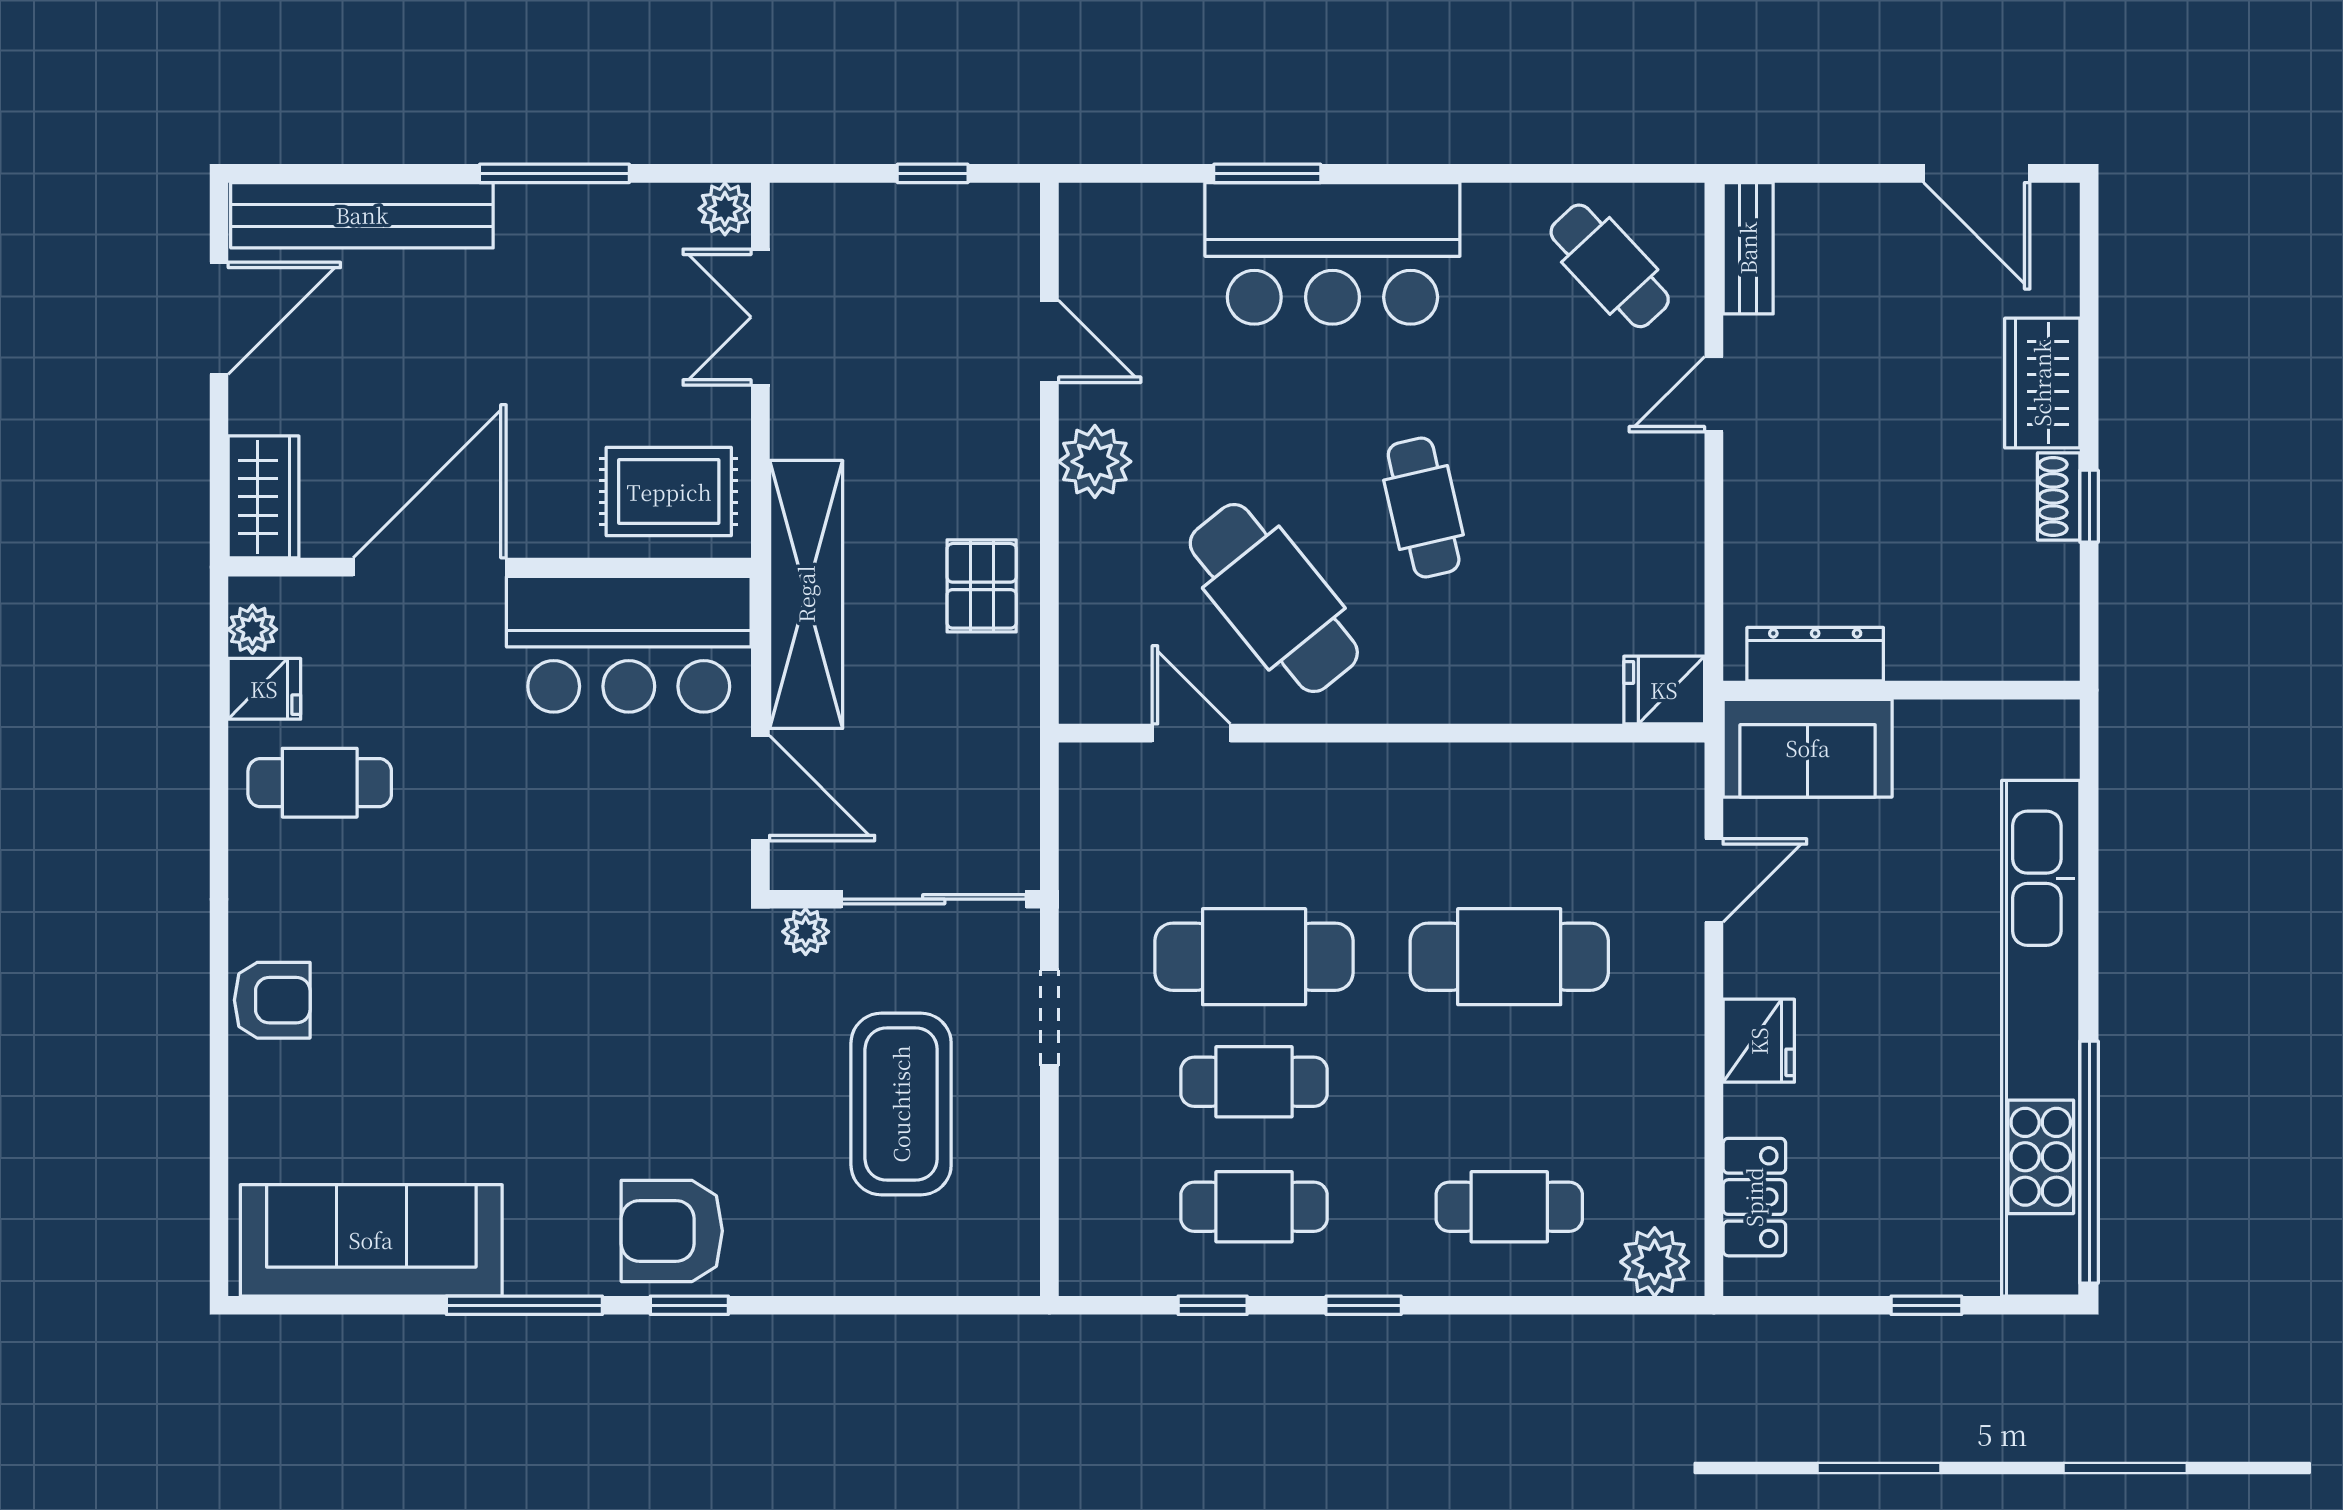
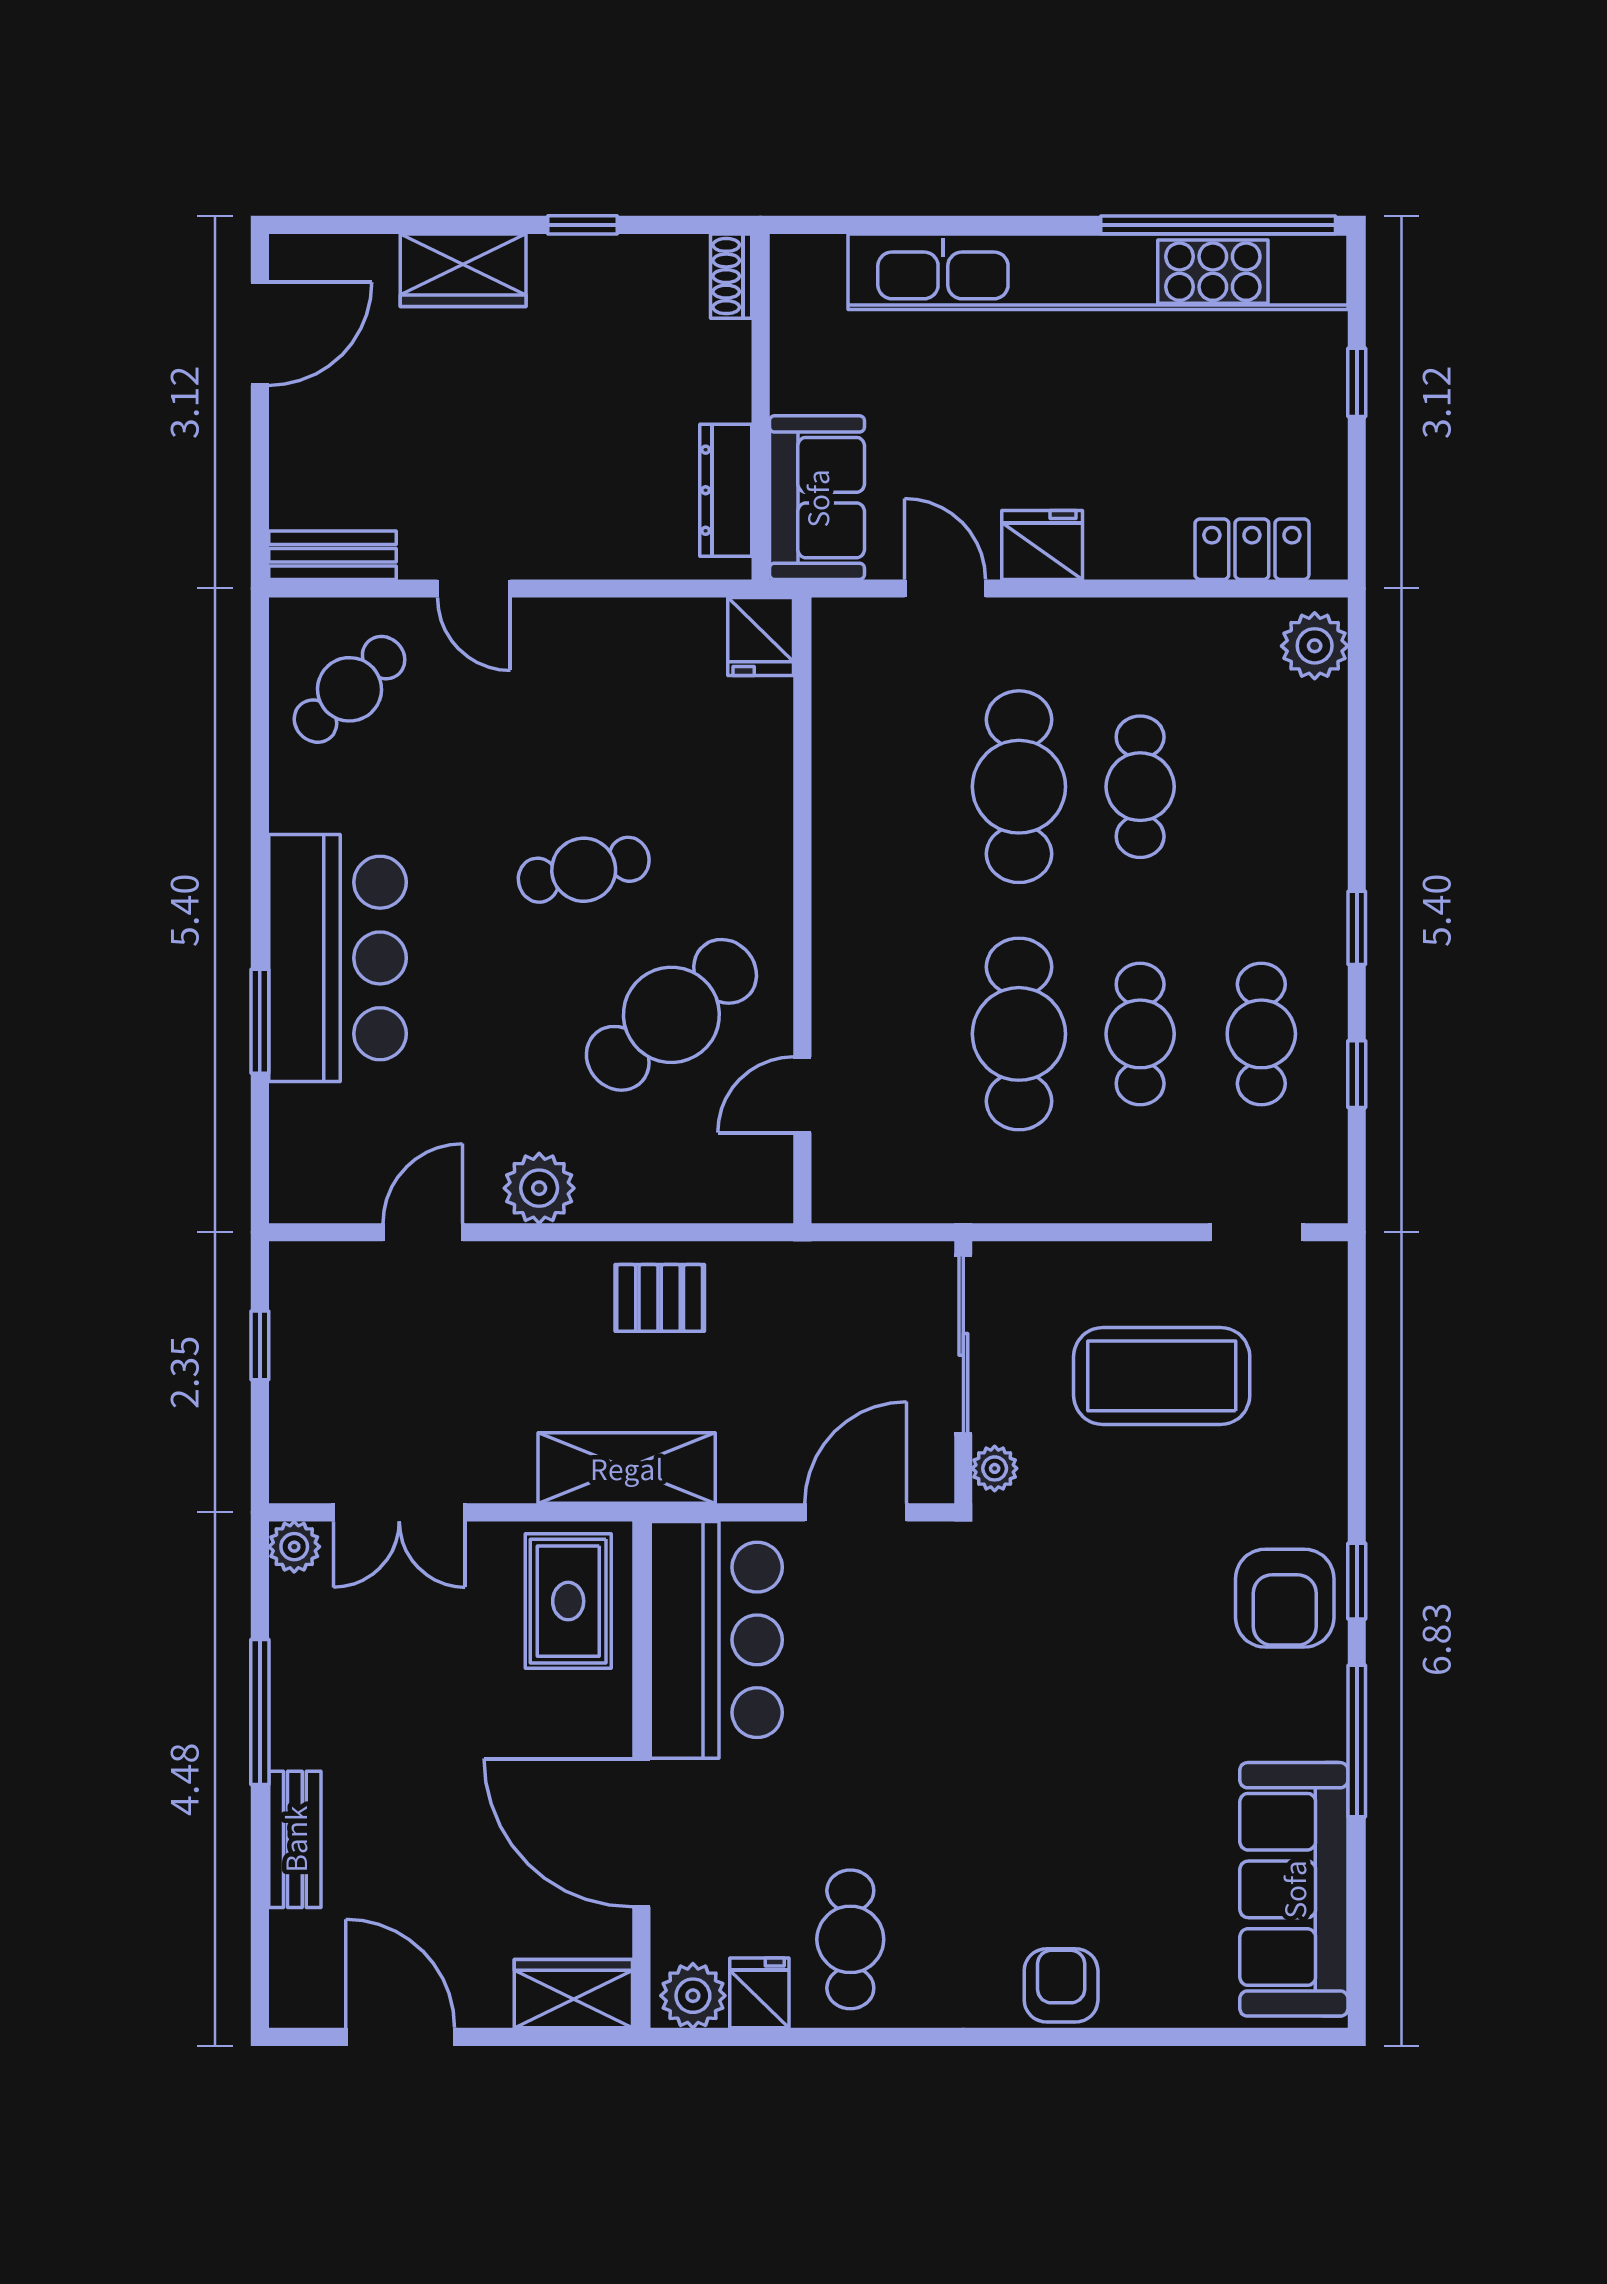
bench: (362, 215) -> (295, 1839), width x0.54, depth x0.82
shoe rack: (2059, 496) -> (731, 276), moved, turned 90
shelving: (806, 594) -> (627, 1468), width x0.68
plant: (252, 629) -> (693, 1996), width x1.38, depth x1.38
doorway: (1049, 1018) -> (1257, 1232), moved
fridge: (1759, 1041) -> (1042, 545), moved
cafe table: (1509, 1207) -> (1140, 787), moved

